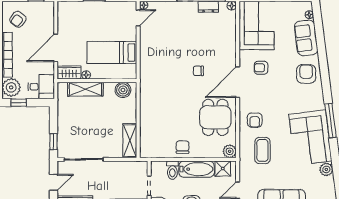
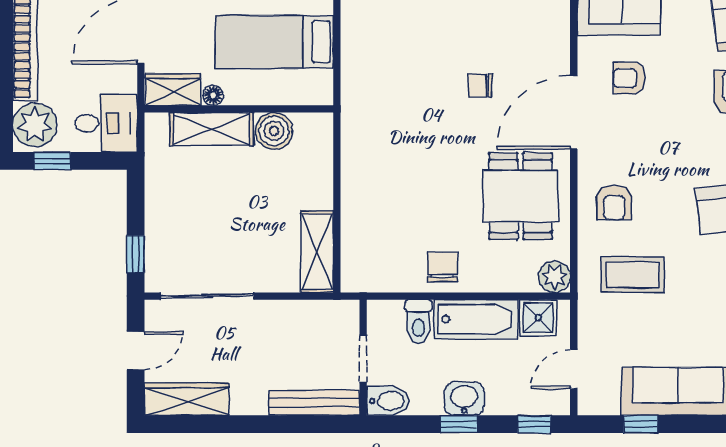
boiler: (123, 90) -> (274, 131), moved
coffee table: (262, 150) -> (633, 275), turned 90

